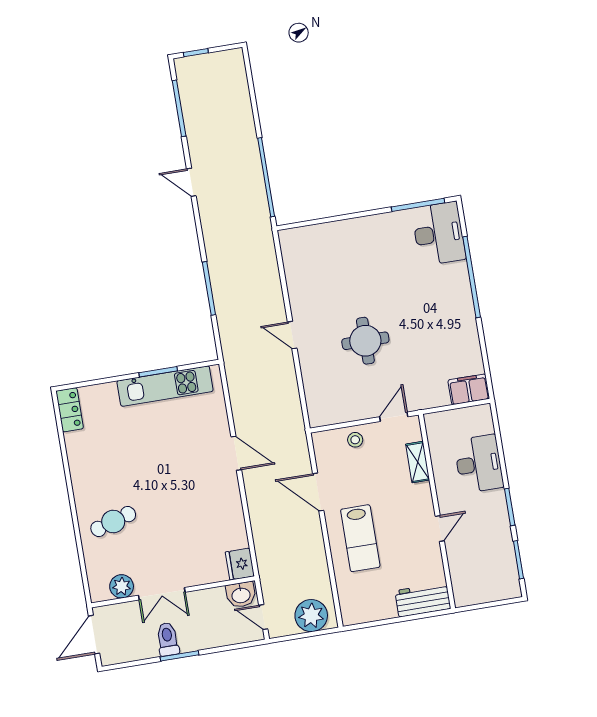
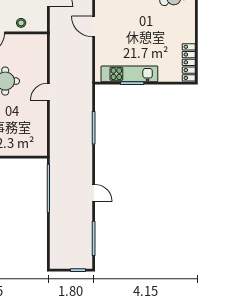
door: (292, 335) -> (48, 92), swing flipped
locker: (70, 410) -> (189, 62), width x1.53

